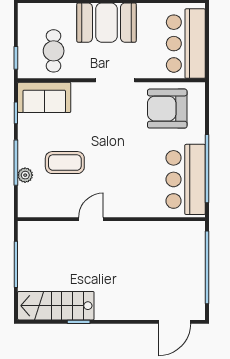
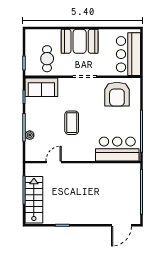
armchair: (167, 109) -> (117, 94), turned -90
coffee table: (65, 163) -> (72, 123), moved, turned 90
bar counter: (186, 179) -> (117, 149), moved, turned 90
door: (91, 219) -> (54, 162), moved
stairs: (56, 306) -> (34, 200), moved, turned 90

